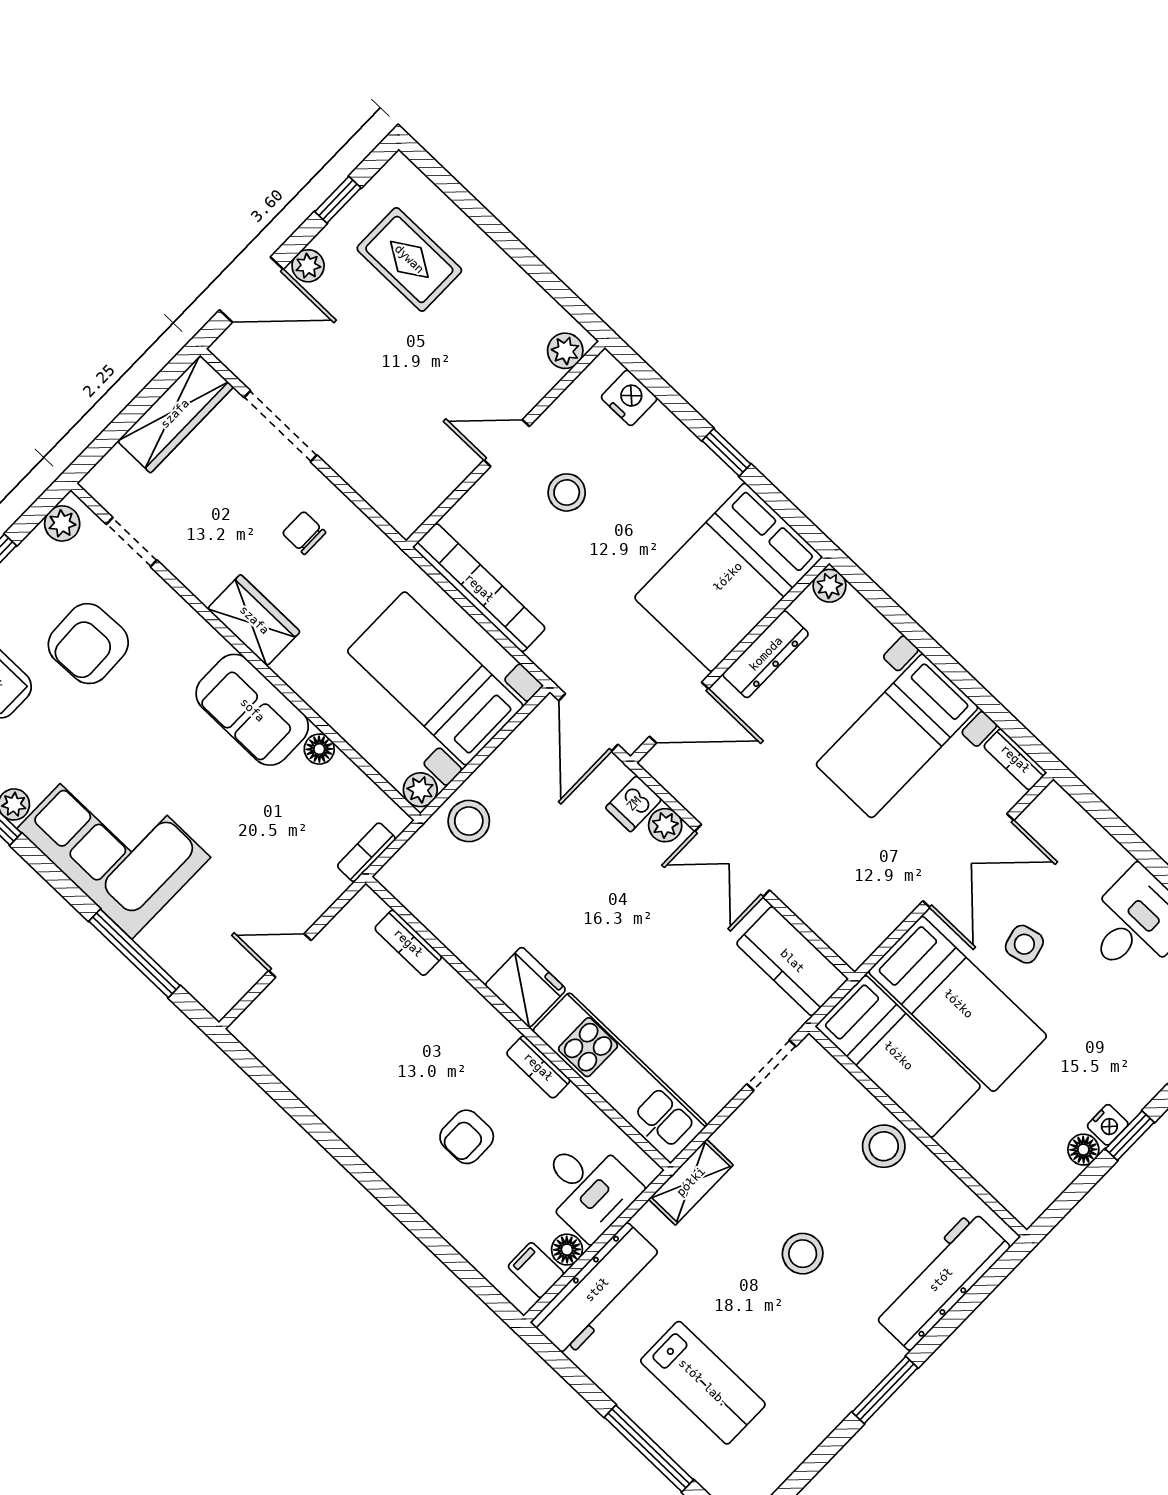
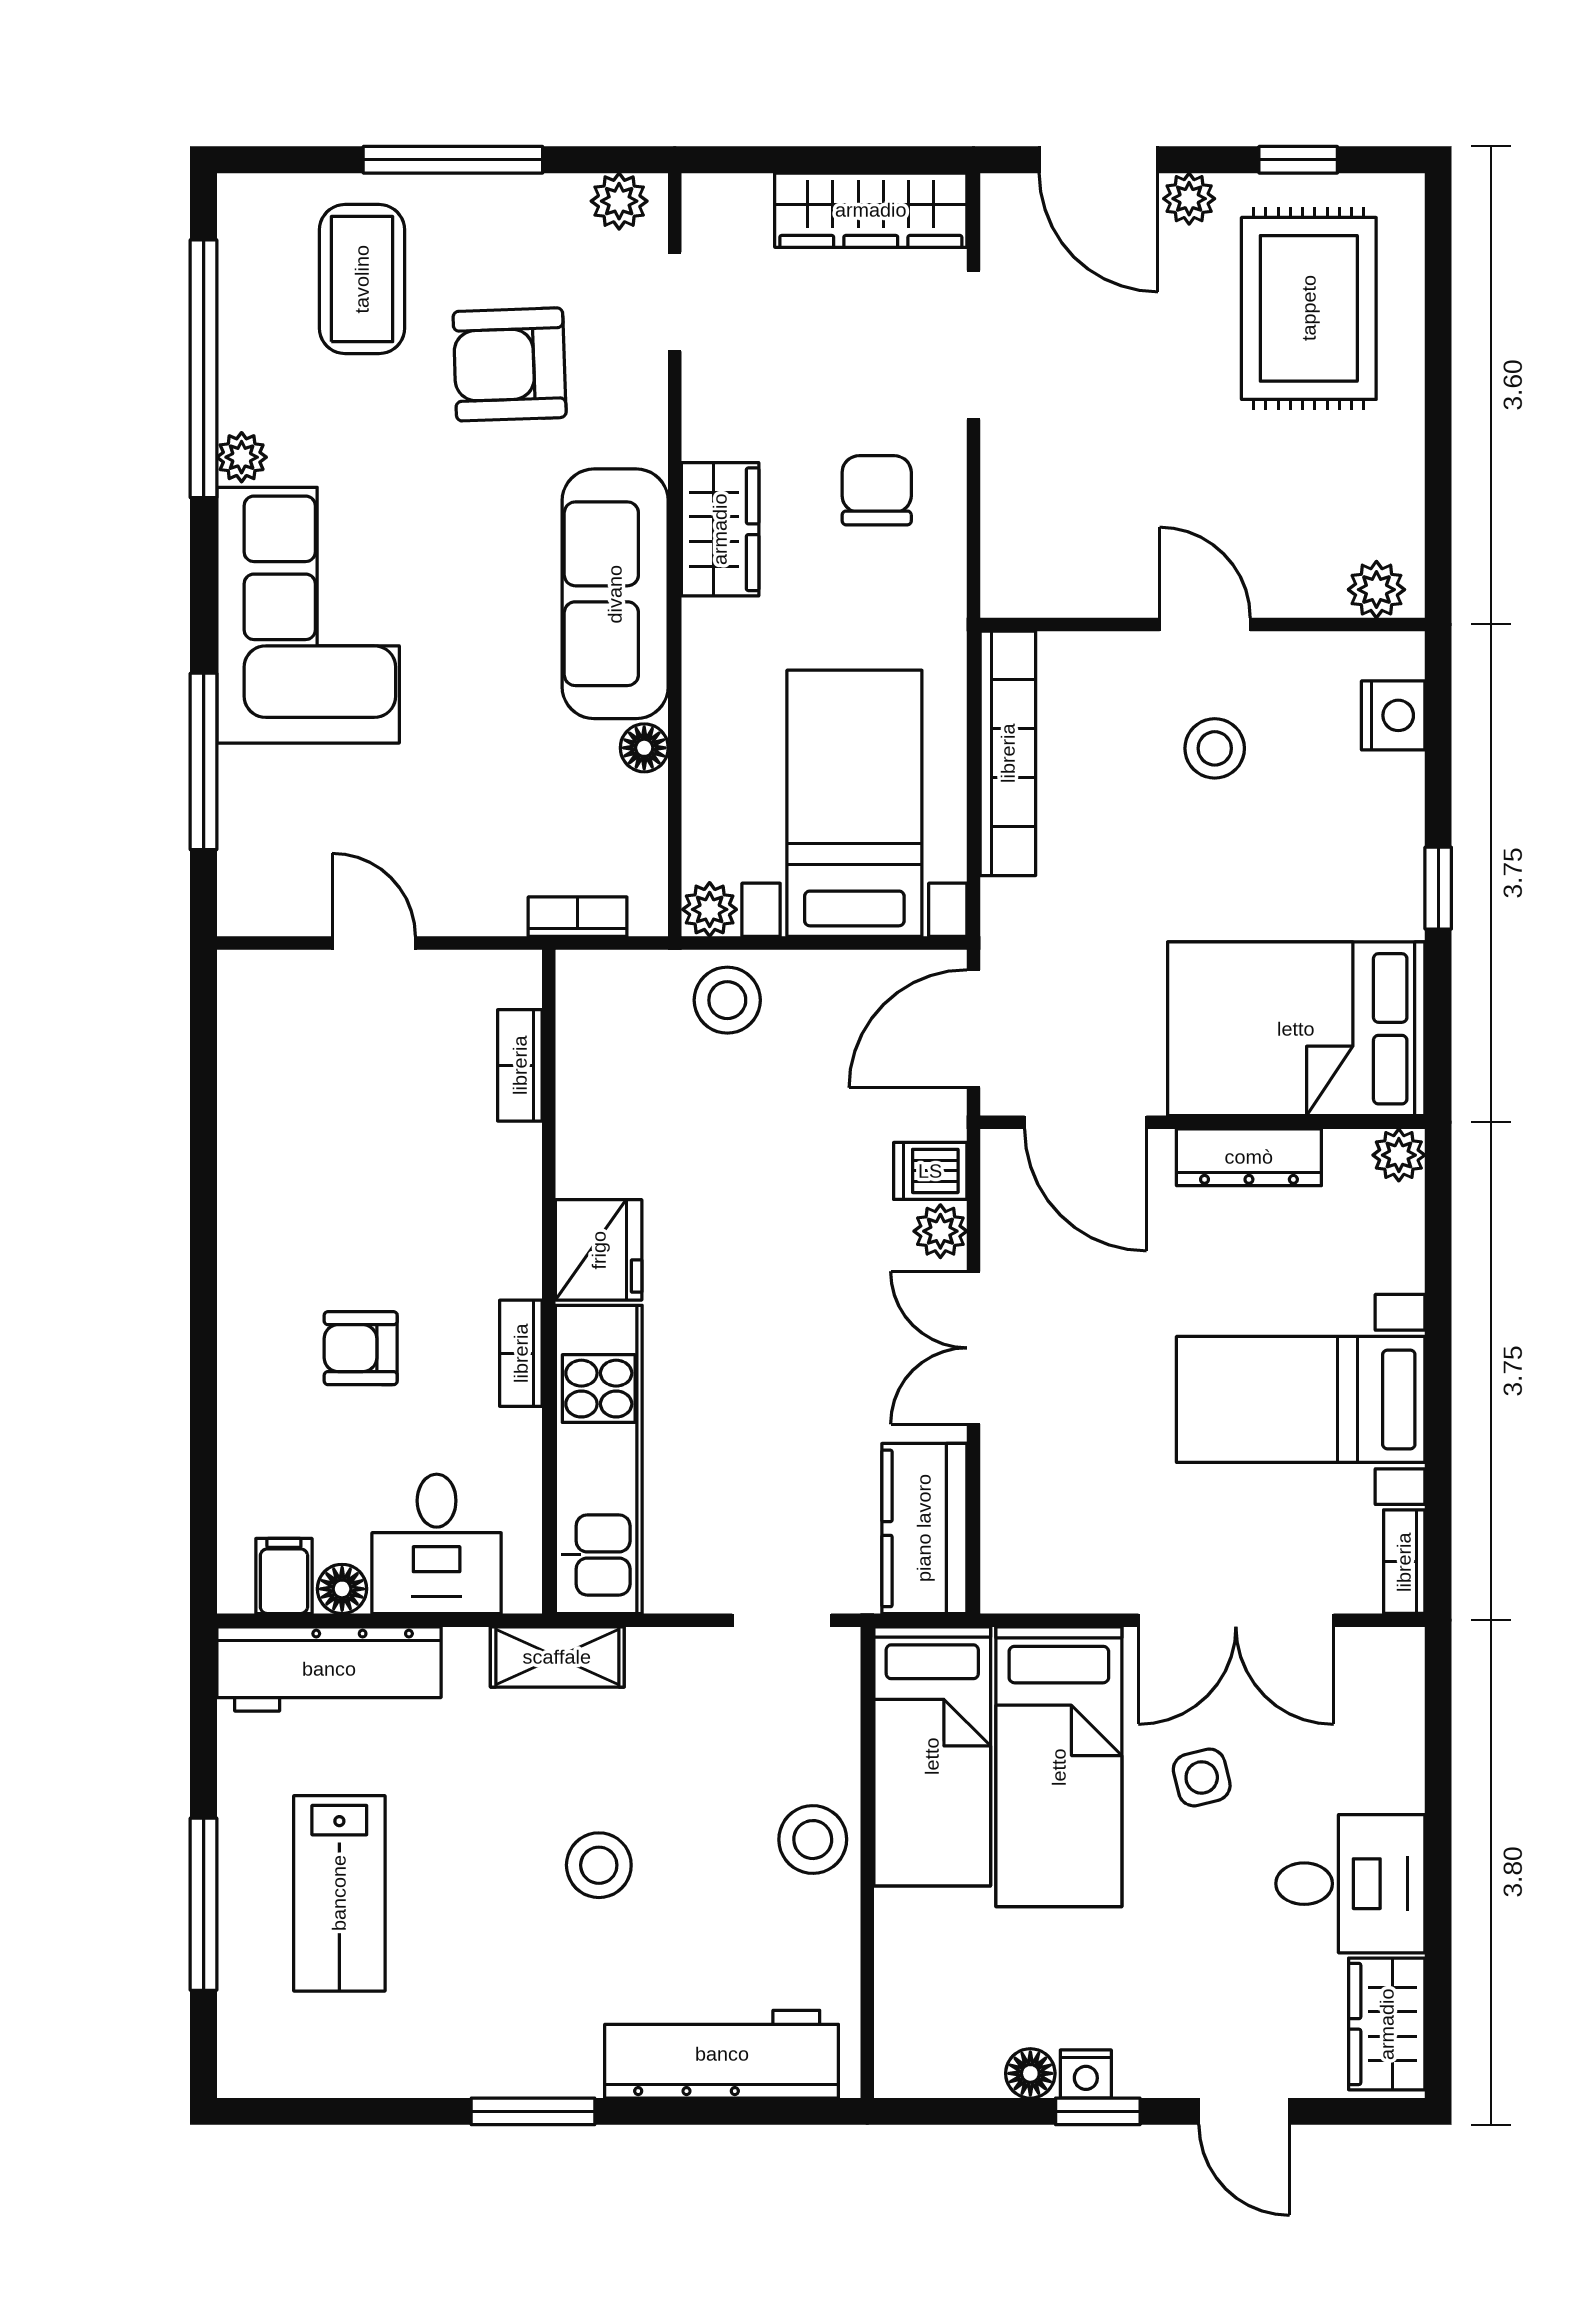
rug: (409, 259) -> (1309, 308), width x1.36, depth x1.43
chair: (304, 533) -> (877, 490), width x1.37, depth x1.37
sofa: (252, 710) -> (615, 594), width x1.36

